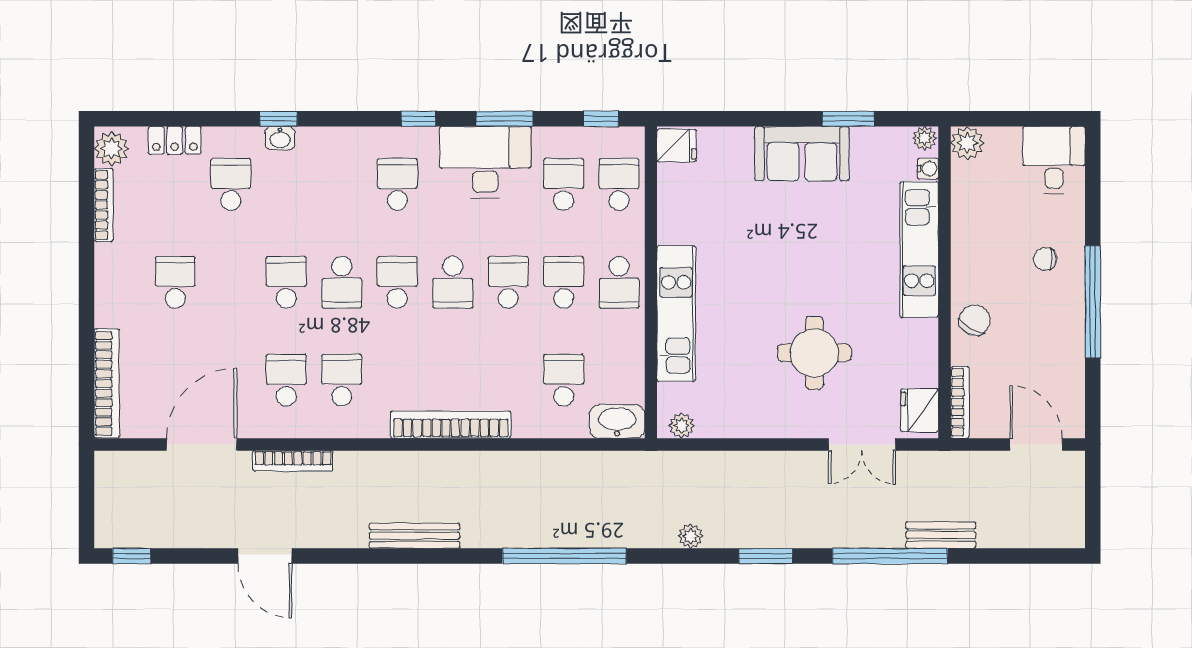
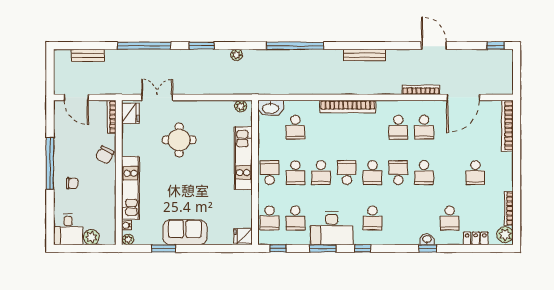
plant: (967, 143) -> (91, 237), moved
bench: (941, 535) -> (88, 55), moved

